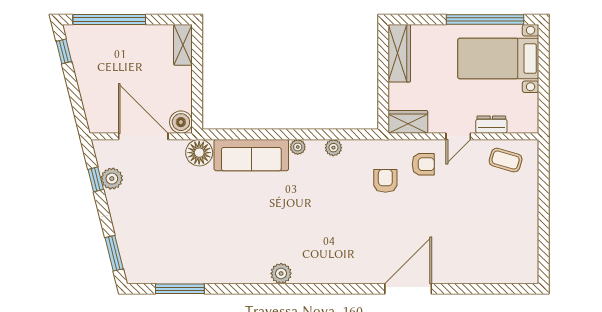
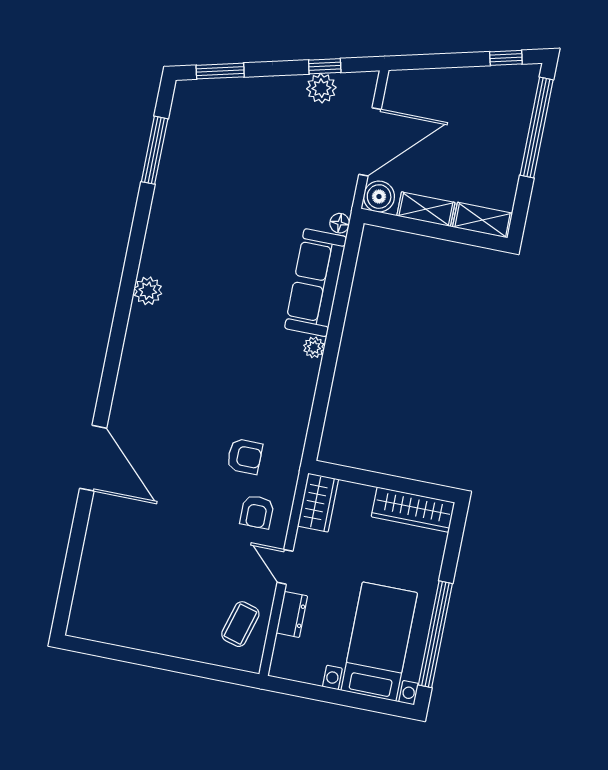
shelving: (183, 87) -> (426, 209), added
plant: (333, 148) -> (303, 395), removed
floor lamp: (199, 153) -> (340, 223), width x0.53, depth x0.53

